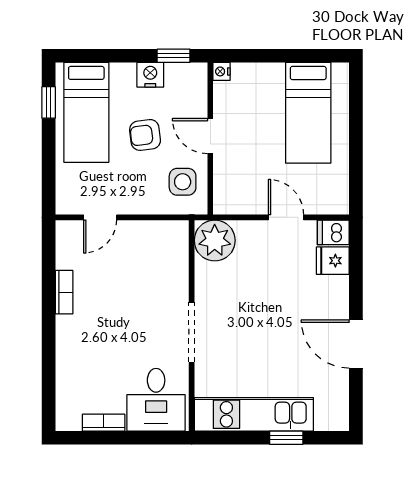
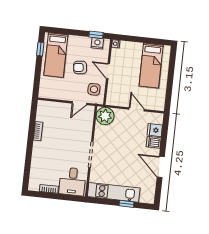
nightstand: (150, 75) -> (97, 43), moved
door: (100, 217) -> (79, 103), moved
dishwasher: (333, 232) -> (154, 142), moved

